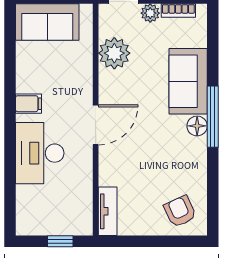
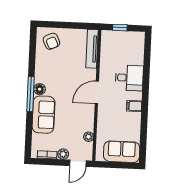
plant: (114, 53) -> (89, 137), width x0.53, depth x0.53
desk: (40, 153) -> (129, 78), width x0.73
tv unit: (108, 211) -> (92, 49), width x1.41

